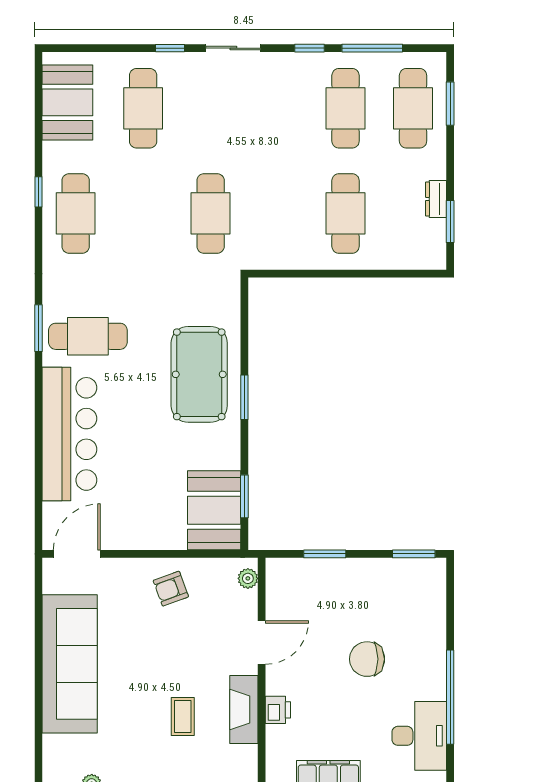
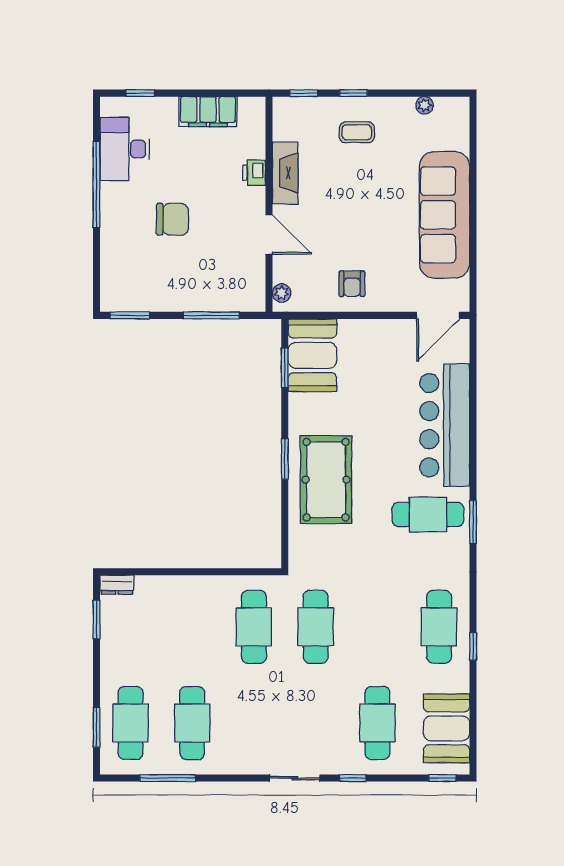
window: (310, 48) -> (442, 778), moved
dresser: (436, 199) -> (117, 585), moved, turned 90
cafe table: (346, 213) -> (254, 627), moved
window: (325, 554) -> (211, 315), width x1.44
armchair: (171, 589) -> (352, 284), turned 110
door: (262, 642) -> (269, 234), swing flipped
coffee table: (183, 717) -> (357, 132), moved, turned 90

